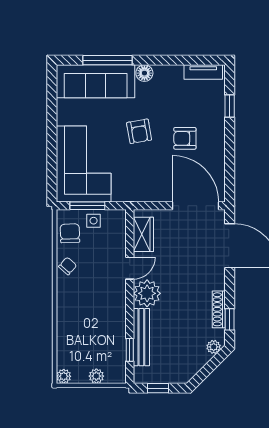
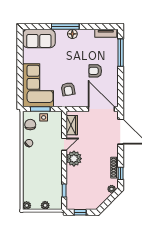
window: (108, 60) -> (65, 27), moved
sofa: (96, 81) -> (39, 39), width x0.73
window: (230, 106) -> (121, 53), width x2.17
armchair: (139, 131) -> (68, 89), moved
bench: (141, 337) -> (71, 183), removed

